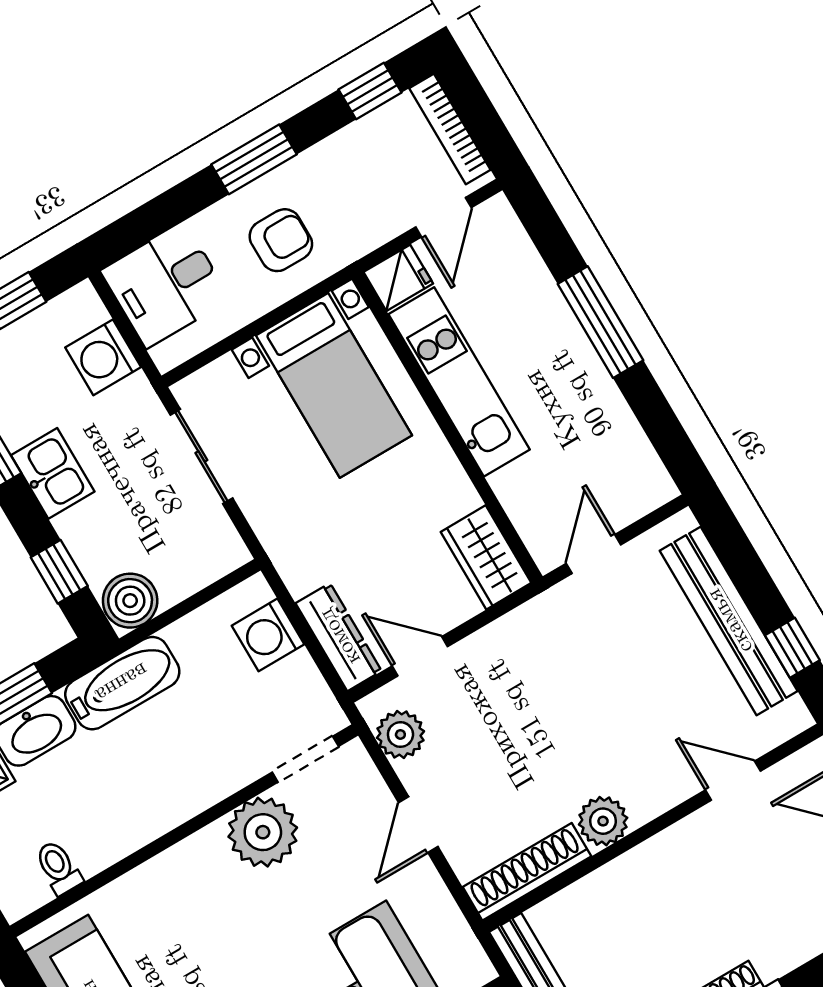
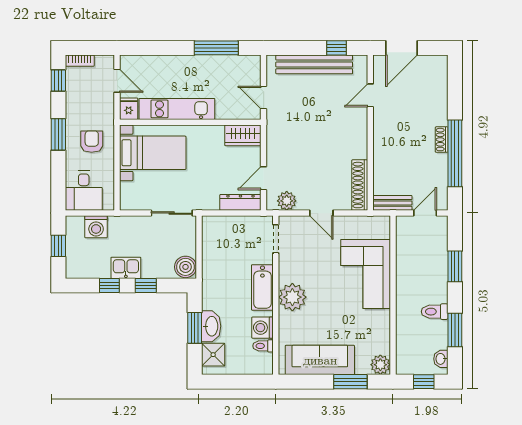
bookcase: (450, 129) -> (80, 61), width x0.64
window: (600, 322) -> (216, 48), moved
sliding door: (201, 457) -> (172, 213), moved
window: (59, 572) -> (146, 286), moved
washing machine: (268, 635) -> (263, 328), moved, turned 90
bathtub: (122, 683) -> (262, 287), moved, turned 180
plant: (603, 821) -> (358, 149), removed
plant: (263, 832) -> (292, 297), moved

